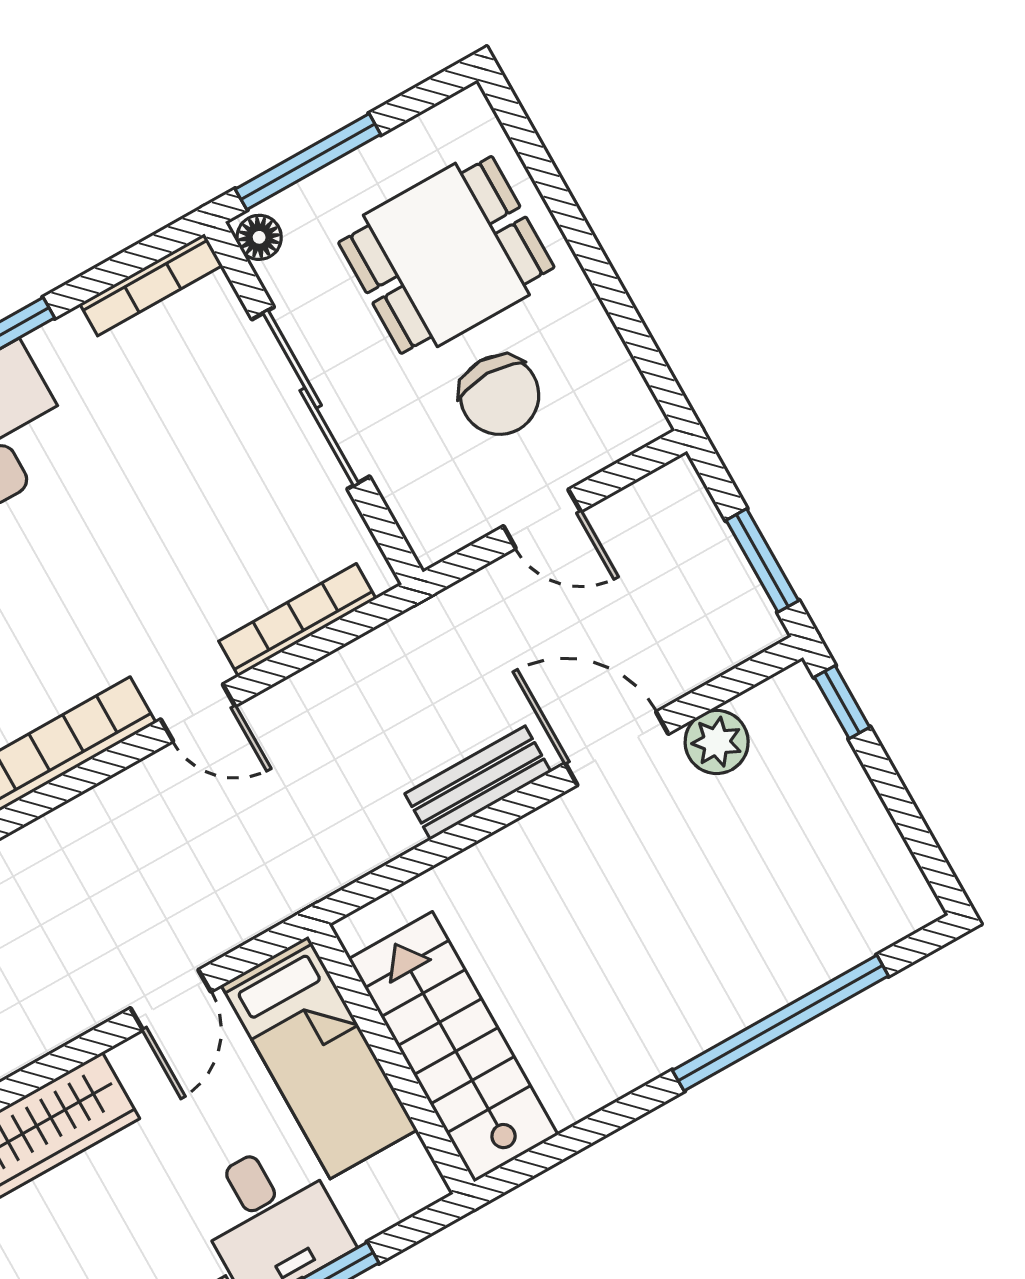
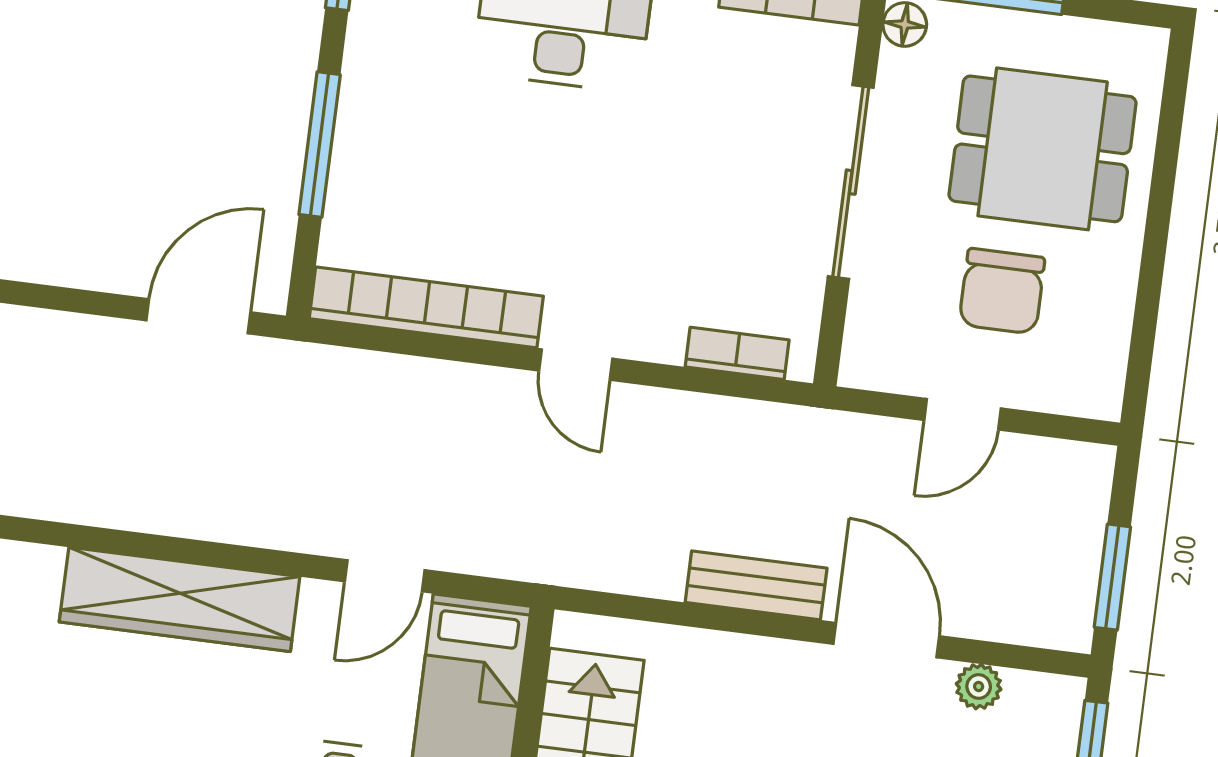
door: (542, 519) -> (963, 414), hinge flipped
bookcase: (297, 620) -> (737, 353), width x0.64
plant: (717, 742) -> (979, 687), width x0.73, depth x0.73

